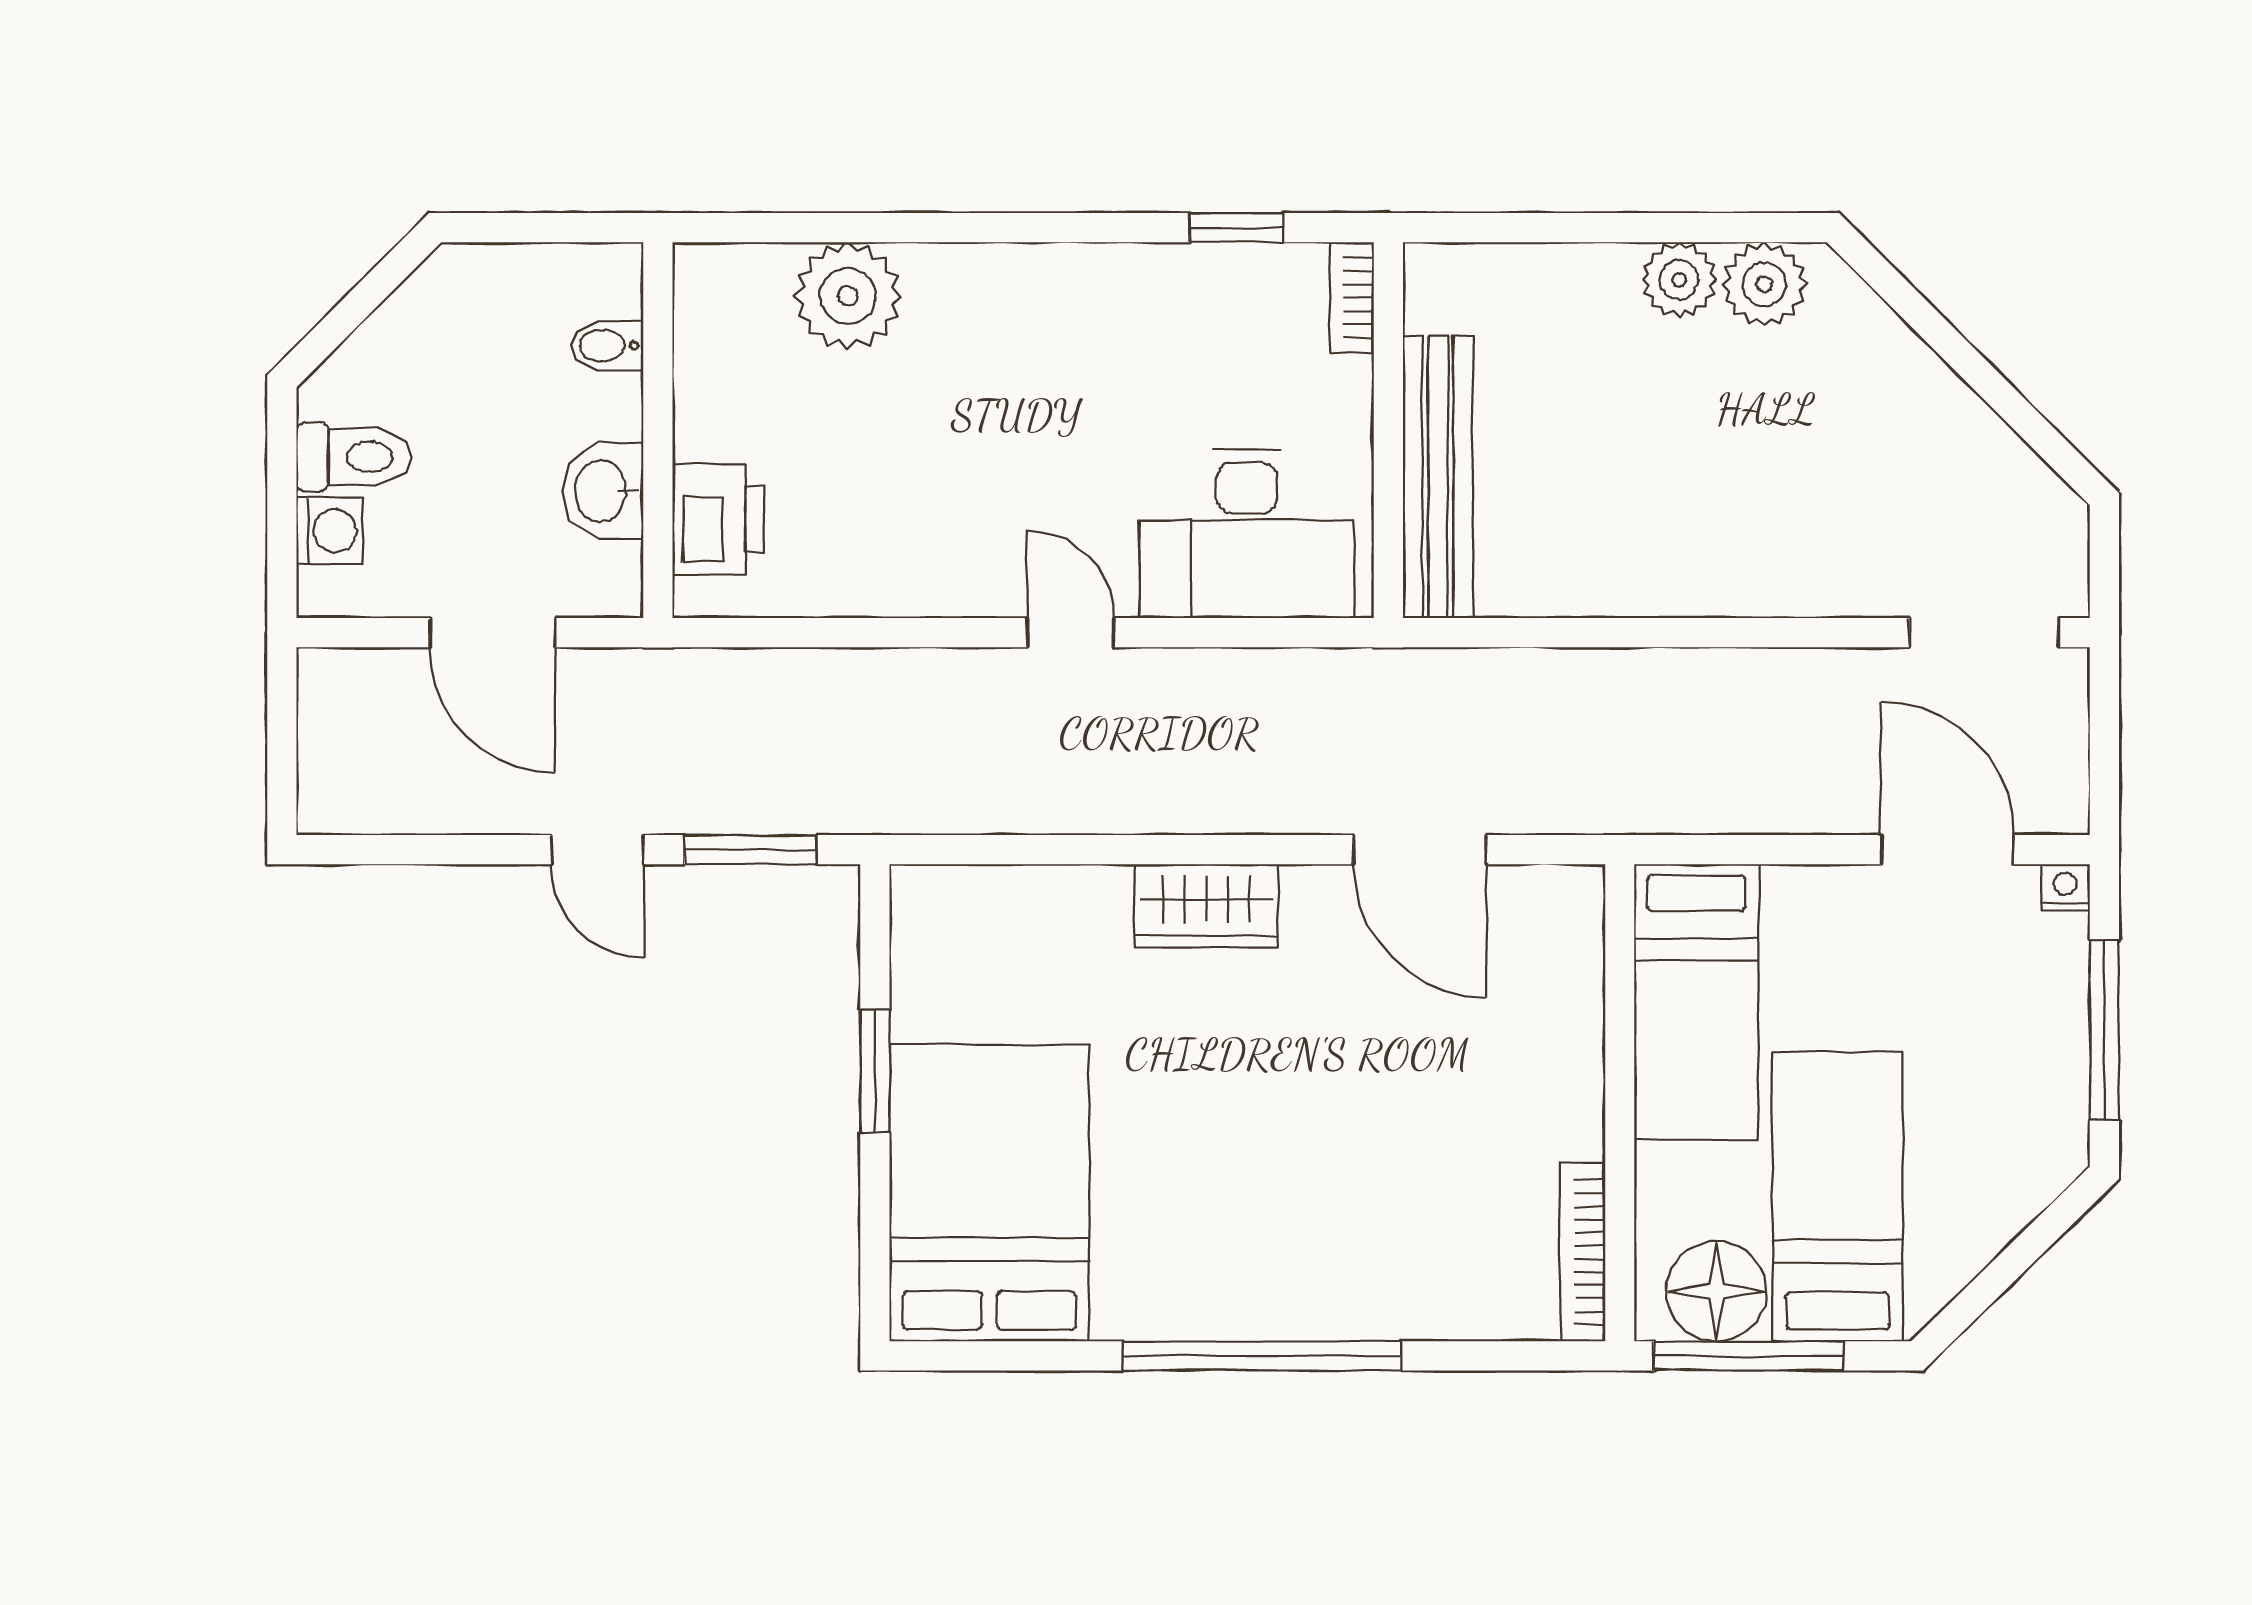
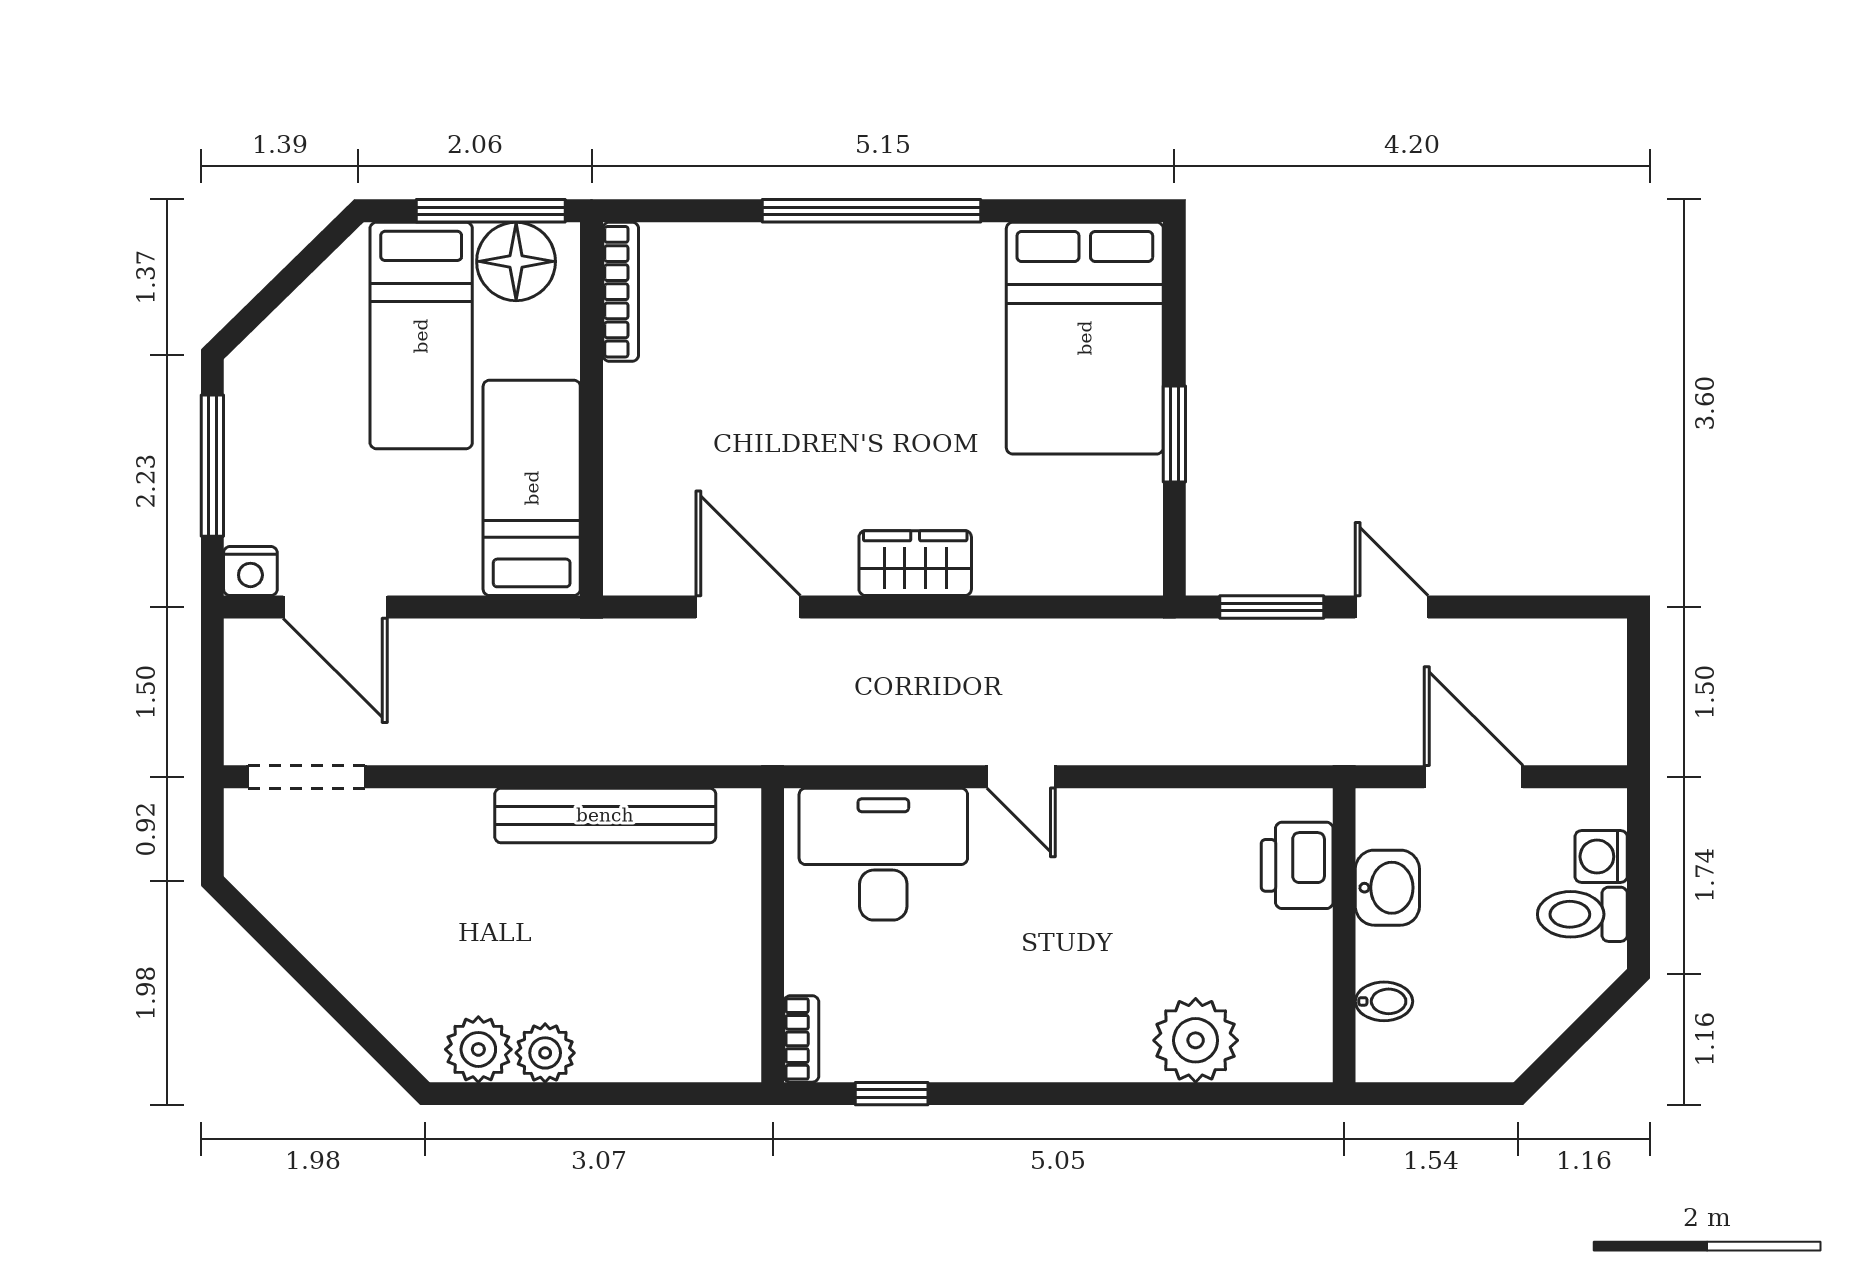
bench: (1438, 477) -> (605, 815), moved, turned 90
nightstand: (2065, 887) -> (250, 571), width x1.39, depth x1.35

